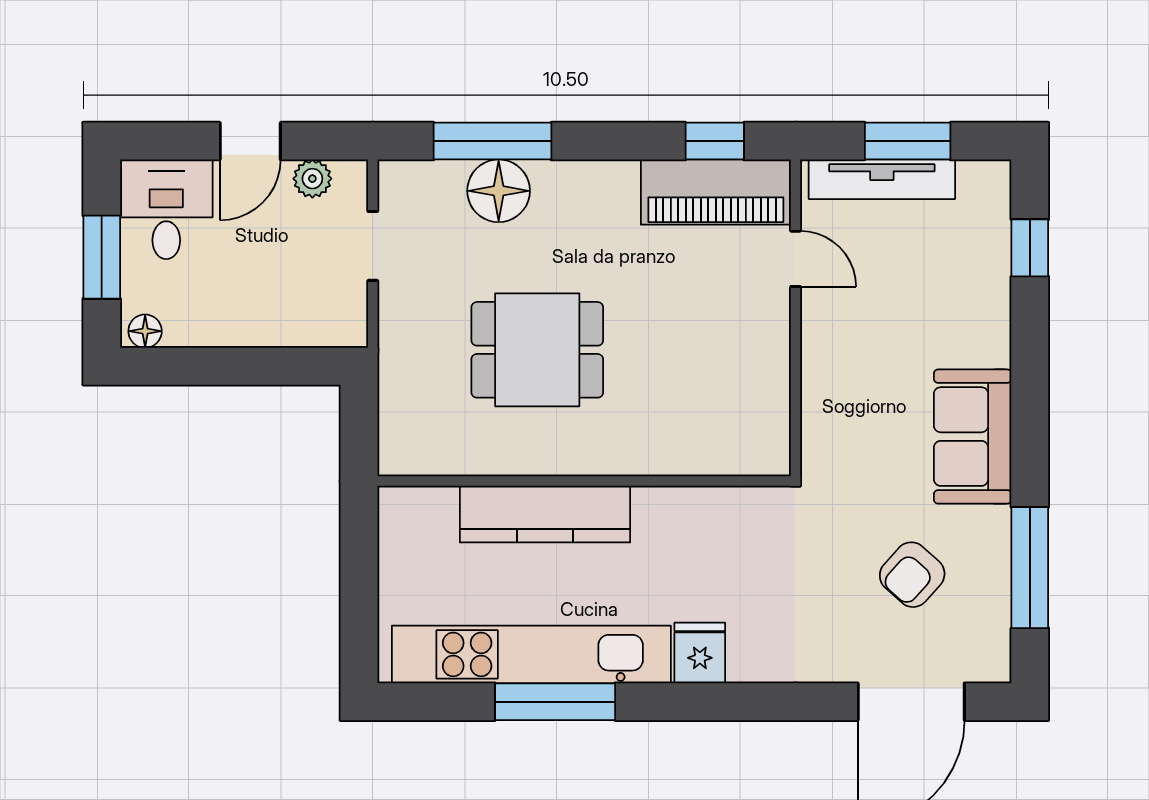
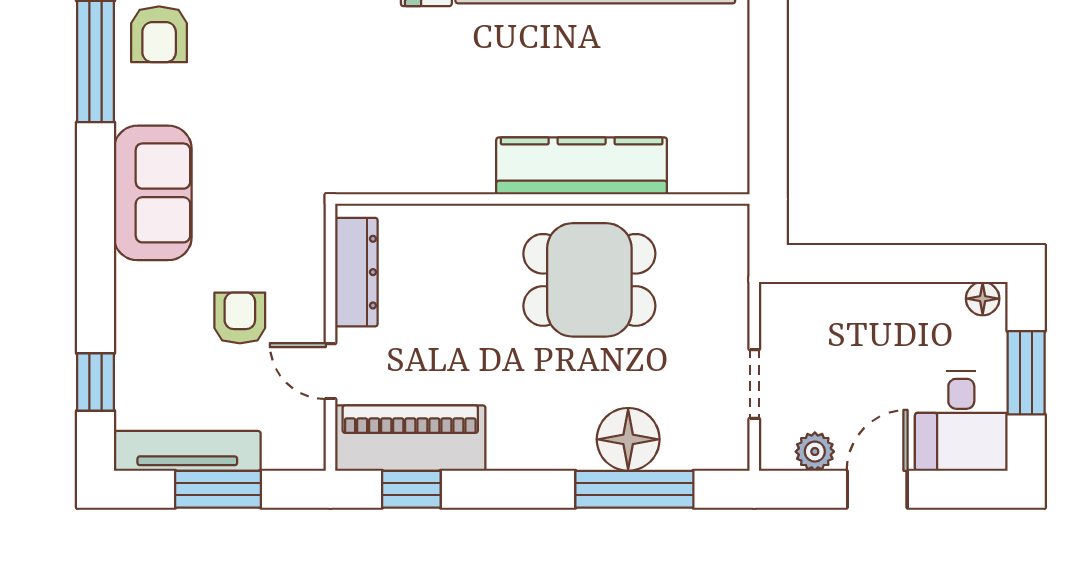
tv unit: (882, 179) -> (187, 451), moved
armchair: (886, 312) -> (240, 318), added
dresser: (770, 358) -> (356, 272), added
wall: (584, 481) -> (542, 199), moved
kitchen counter: (545, 514) -> (582, 166), moved
armchair: (912, 575) -> (159, 34), moved, turned 138

